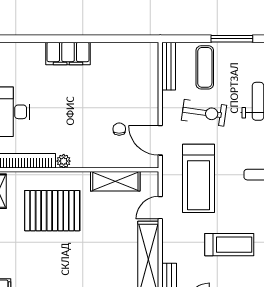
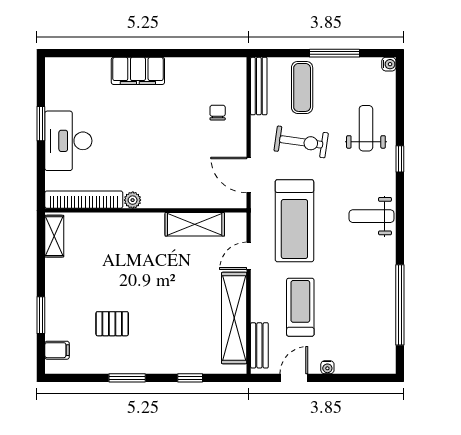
chair: (119, 129) -> (218, 113), moved
pallet: (52, 211) -> (112, 324), moved, width x0.49, depth x0.50
treadmill: (229, 245) -> (300, 307), moved, turned -90

